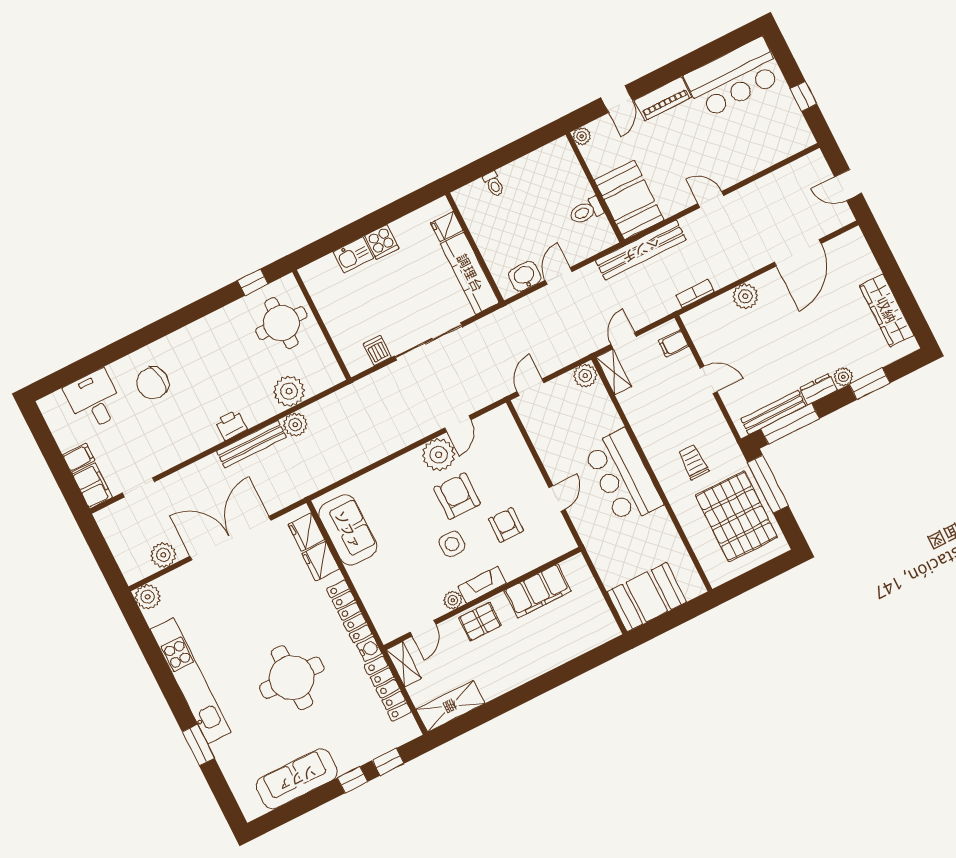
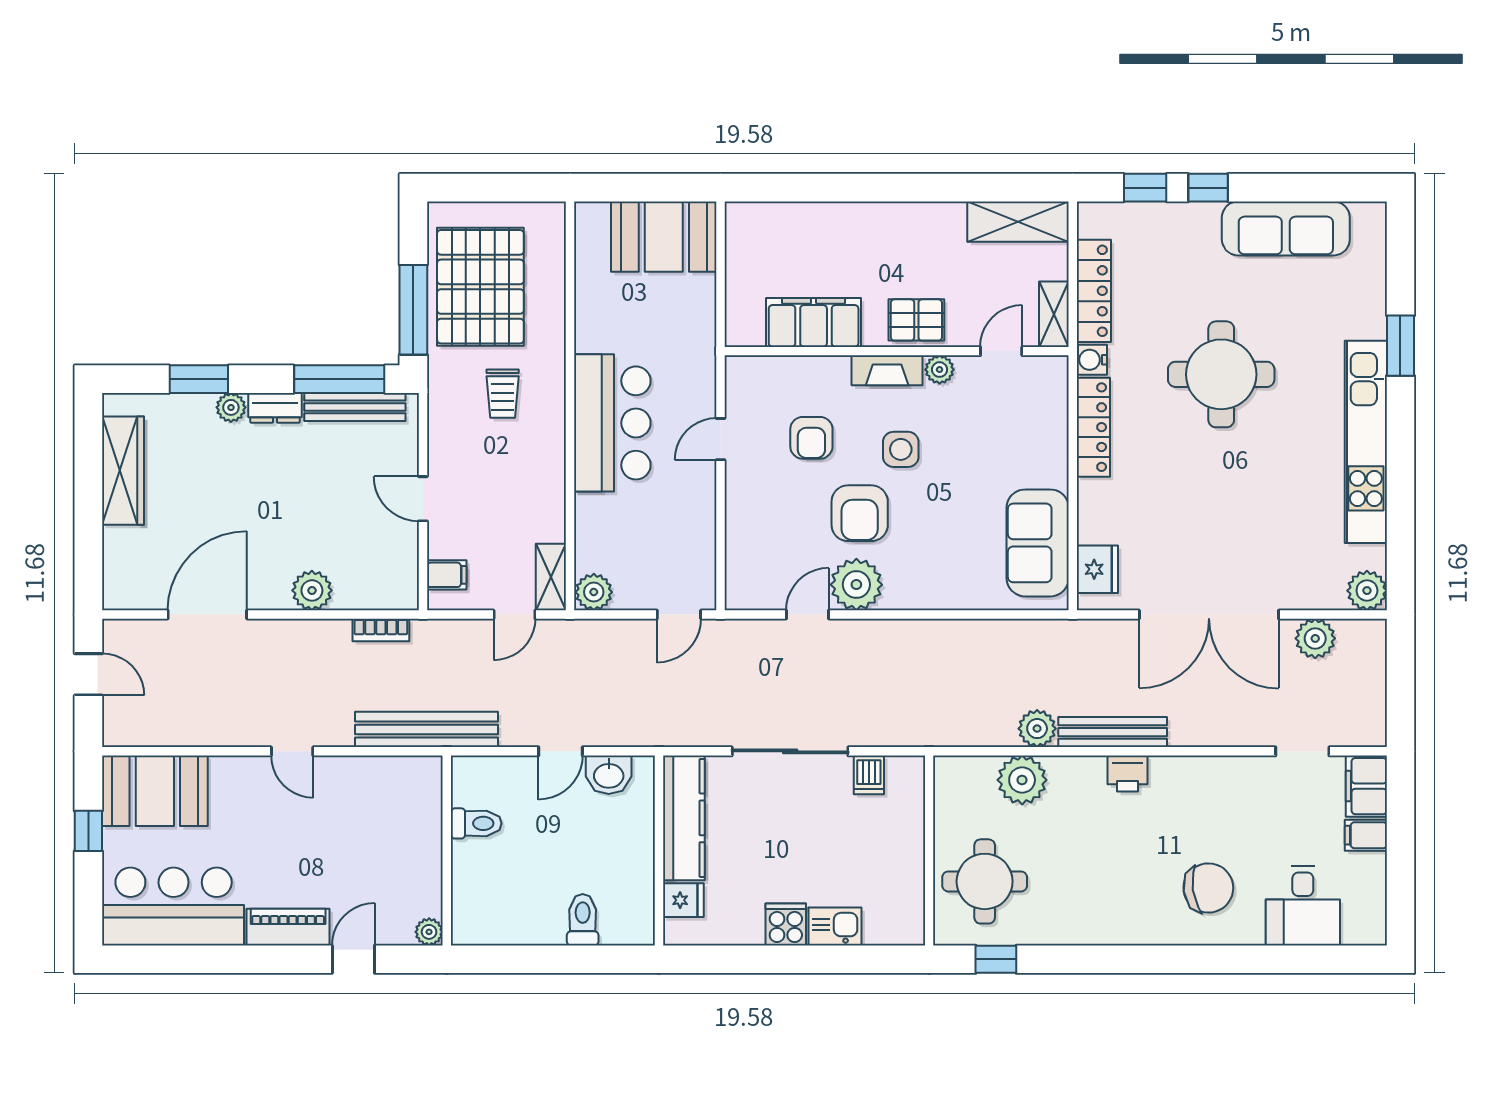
toilet: (494, 184) -> (583, 920), width x1.37, depth x1.39
booth: (629, 200) -> (155, 791), moved, turned 90
fridge: (321, 561) -> (1098, 518), removed

